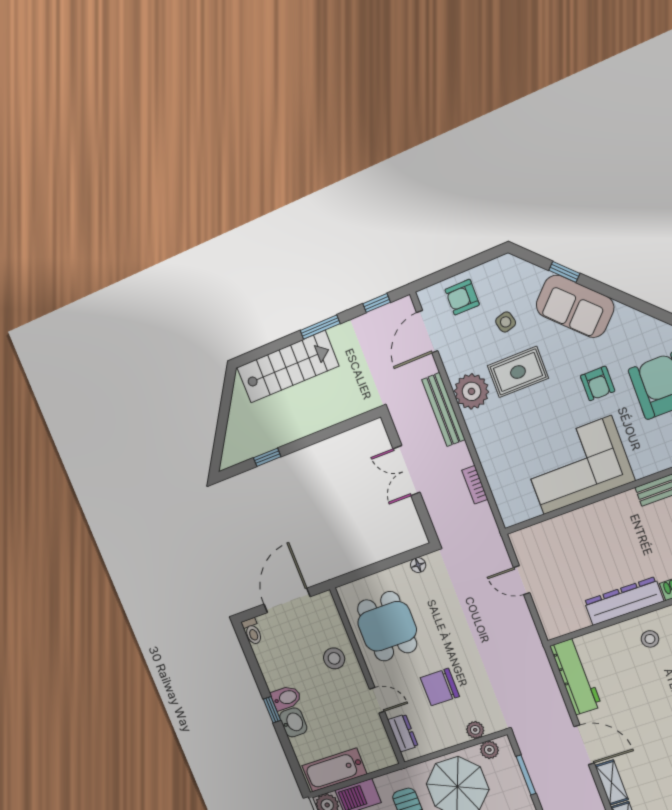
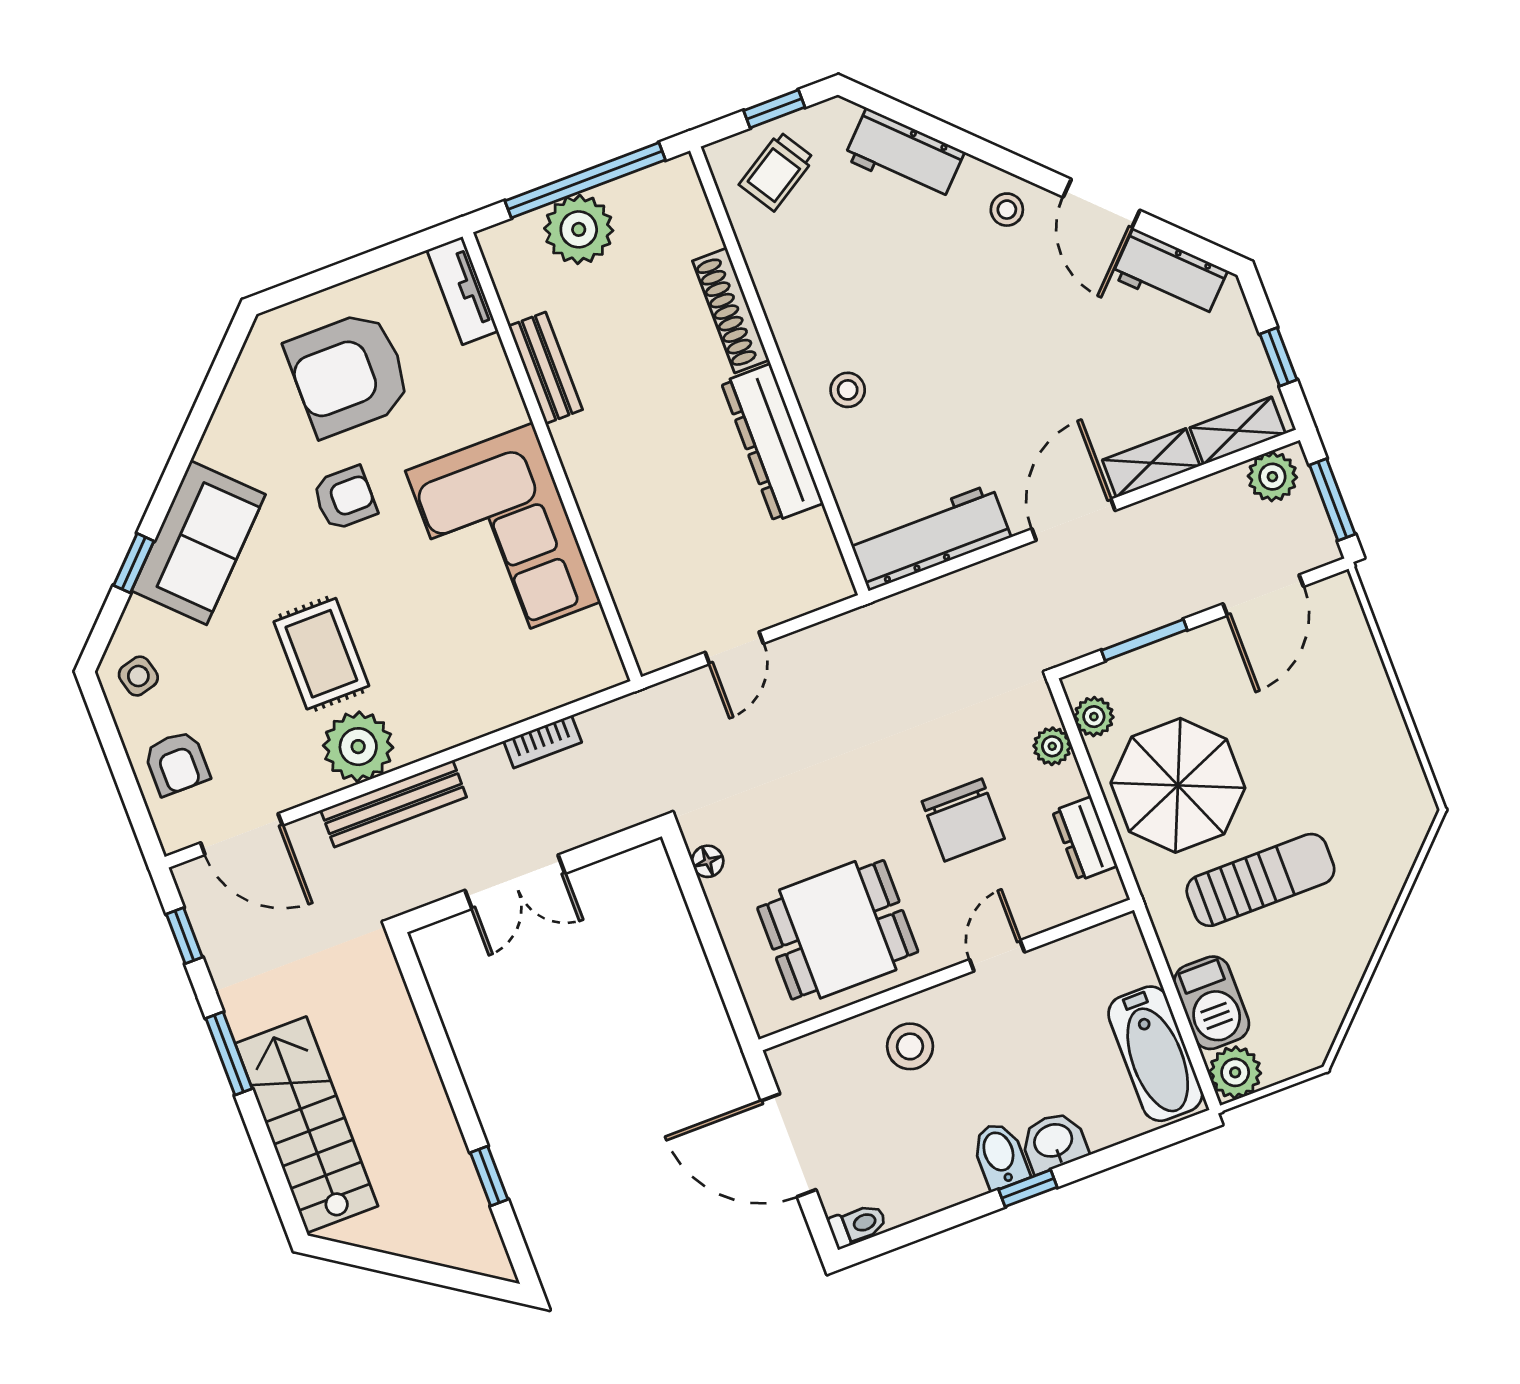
side table: (506, 322) -> (138, 676), moved
dresser: (403, 733) -> (1085, 839), moved, turned -90

